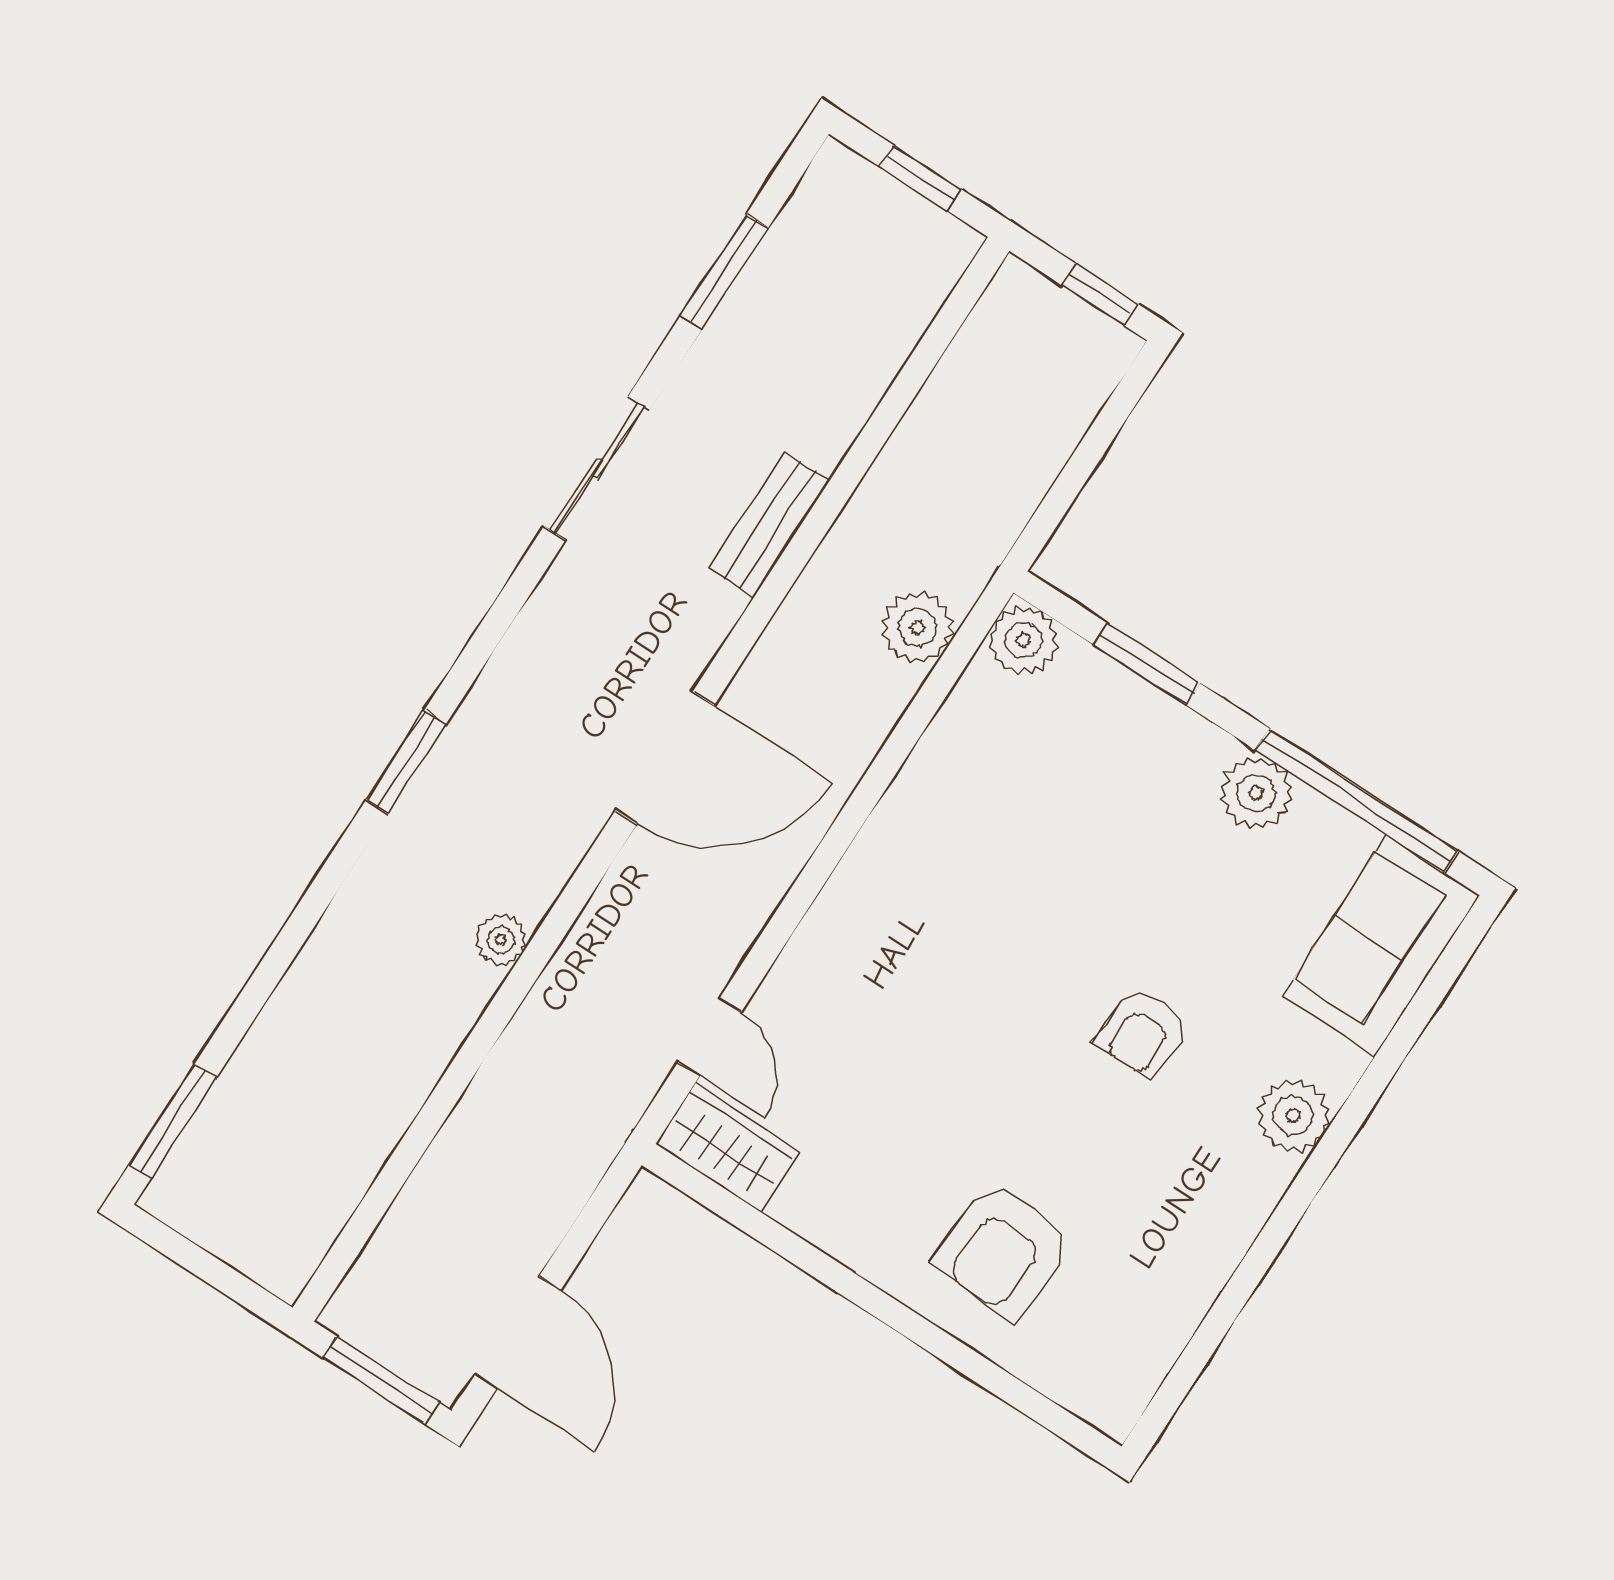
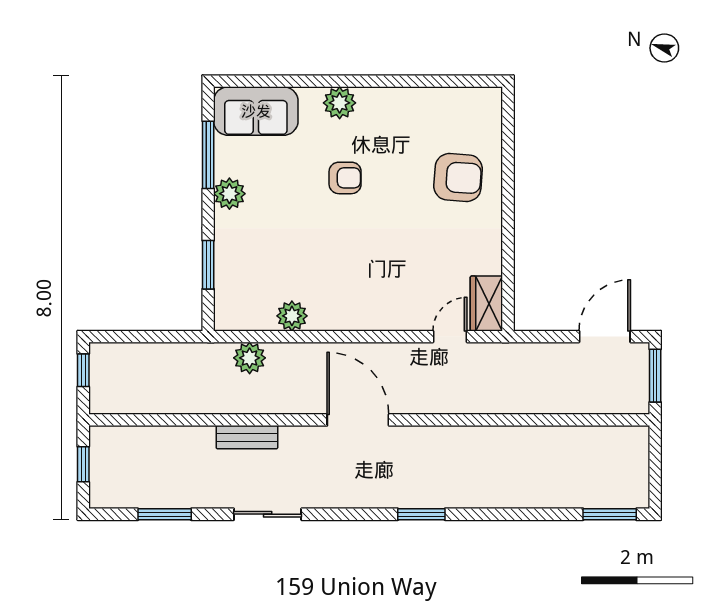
plant: (1024, 640) -> (292, 316), moved
window: (1357, 800) -> (208, 155), width x0.68
plant: (501, 940) -> (464, 437), removed

